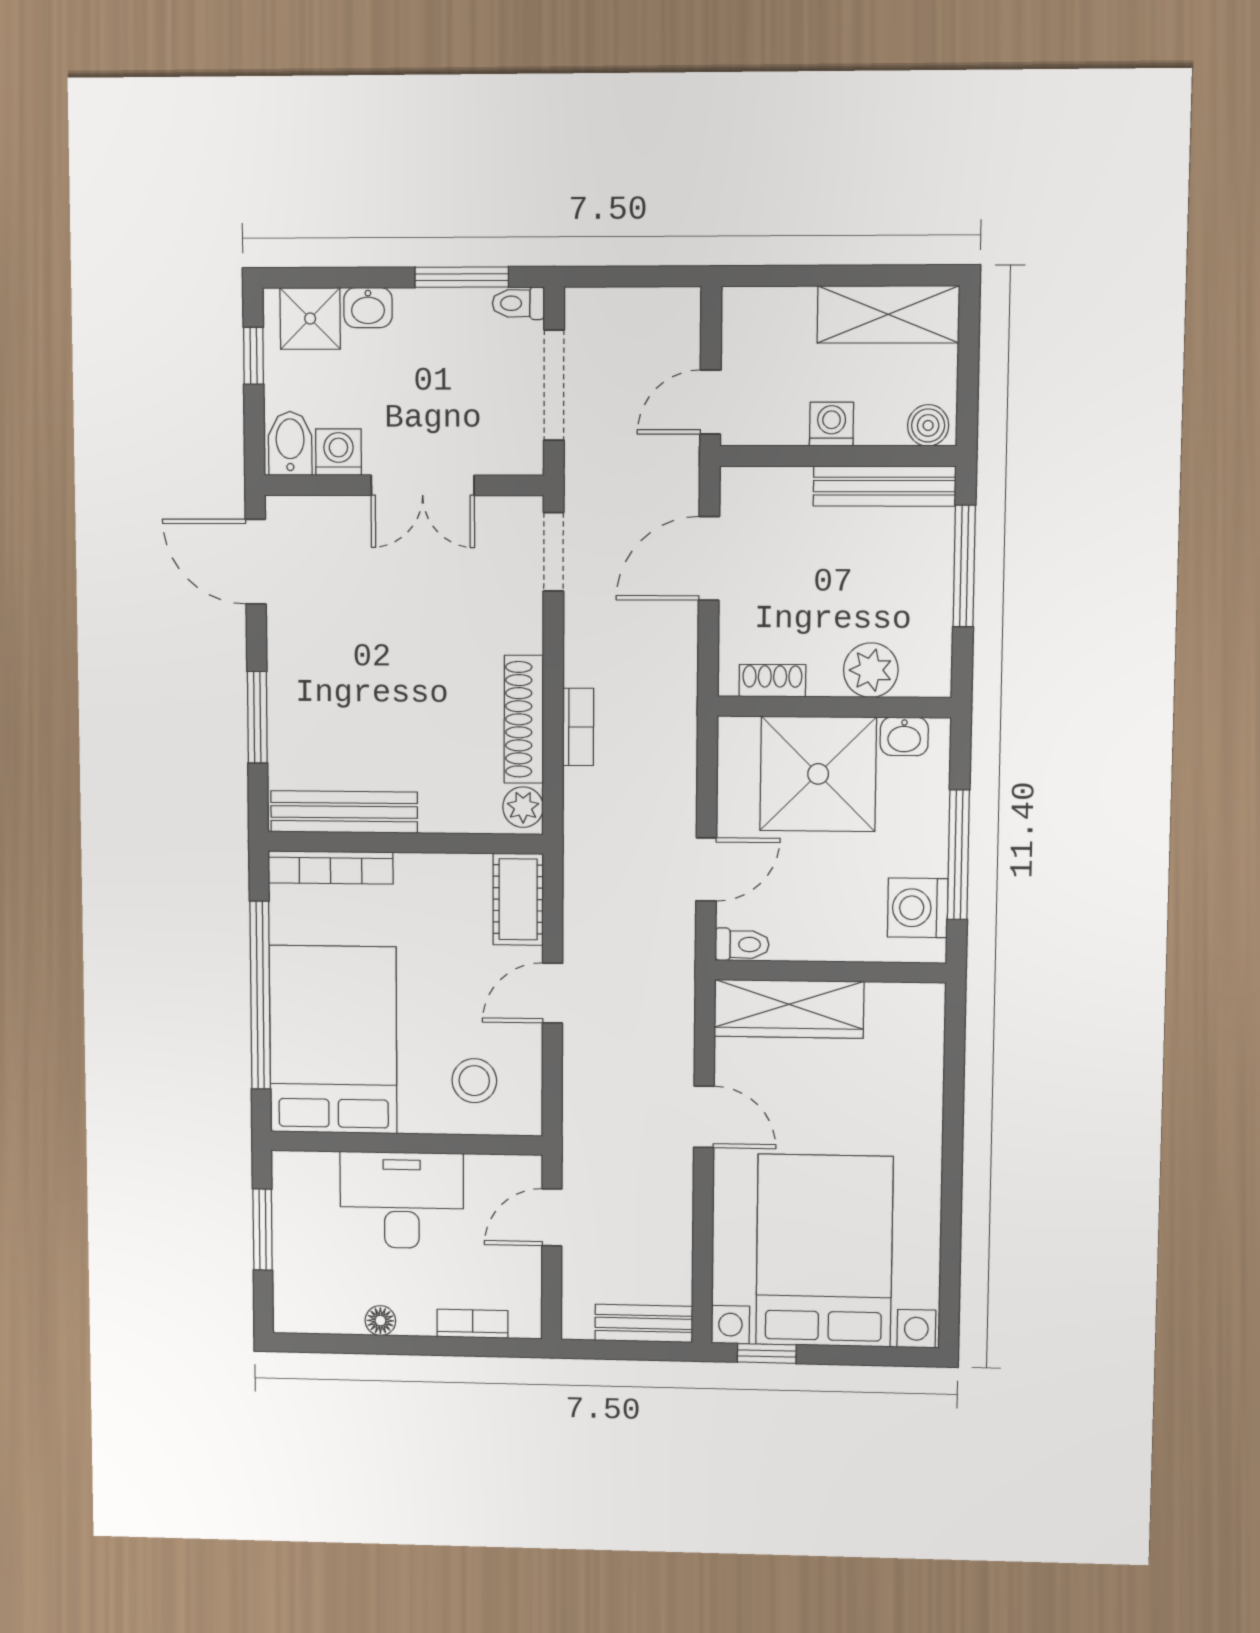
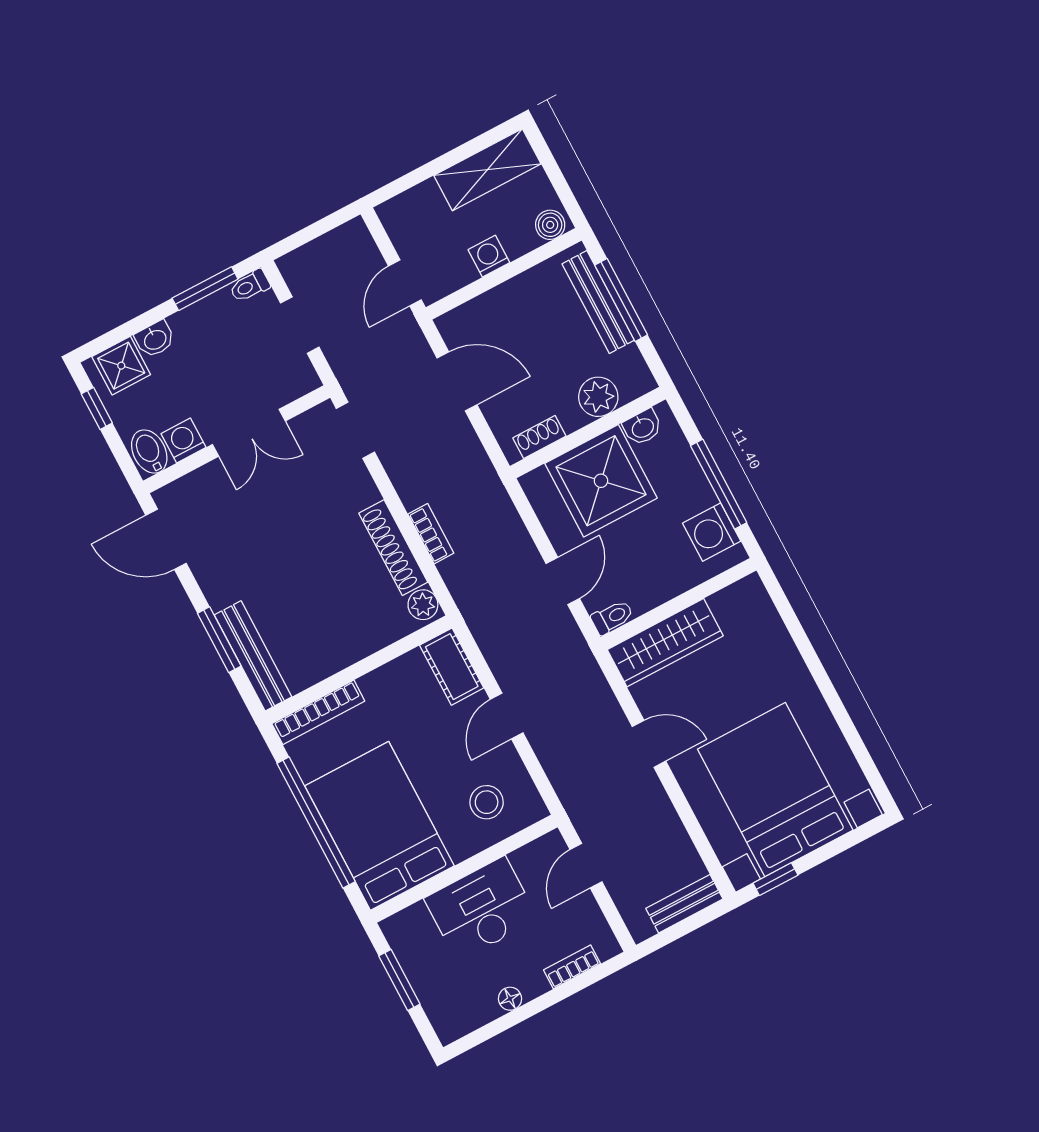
doorway: (554, 385) -> (300, 325), width x0.73
bench: (885, 486) -> (598, 302), moved, turned 90
door: (709, 558) -> (457, 381), swing flipped
bench: (344, 812) -> (253, 656), moved, turned 90

